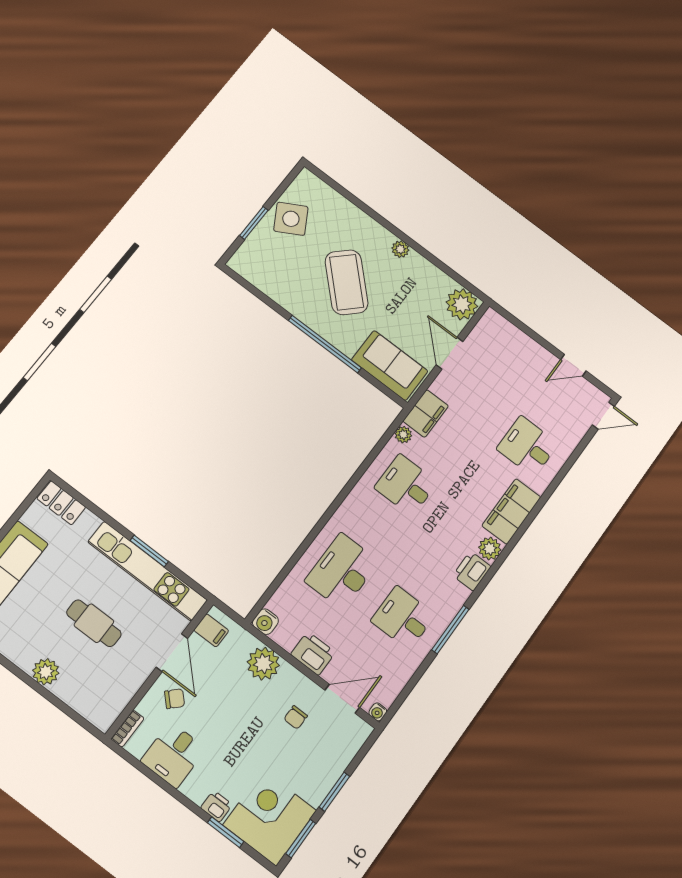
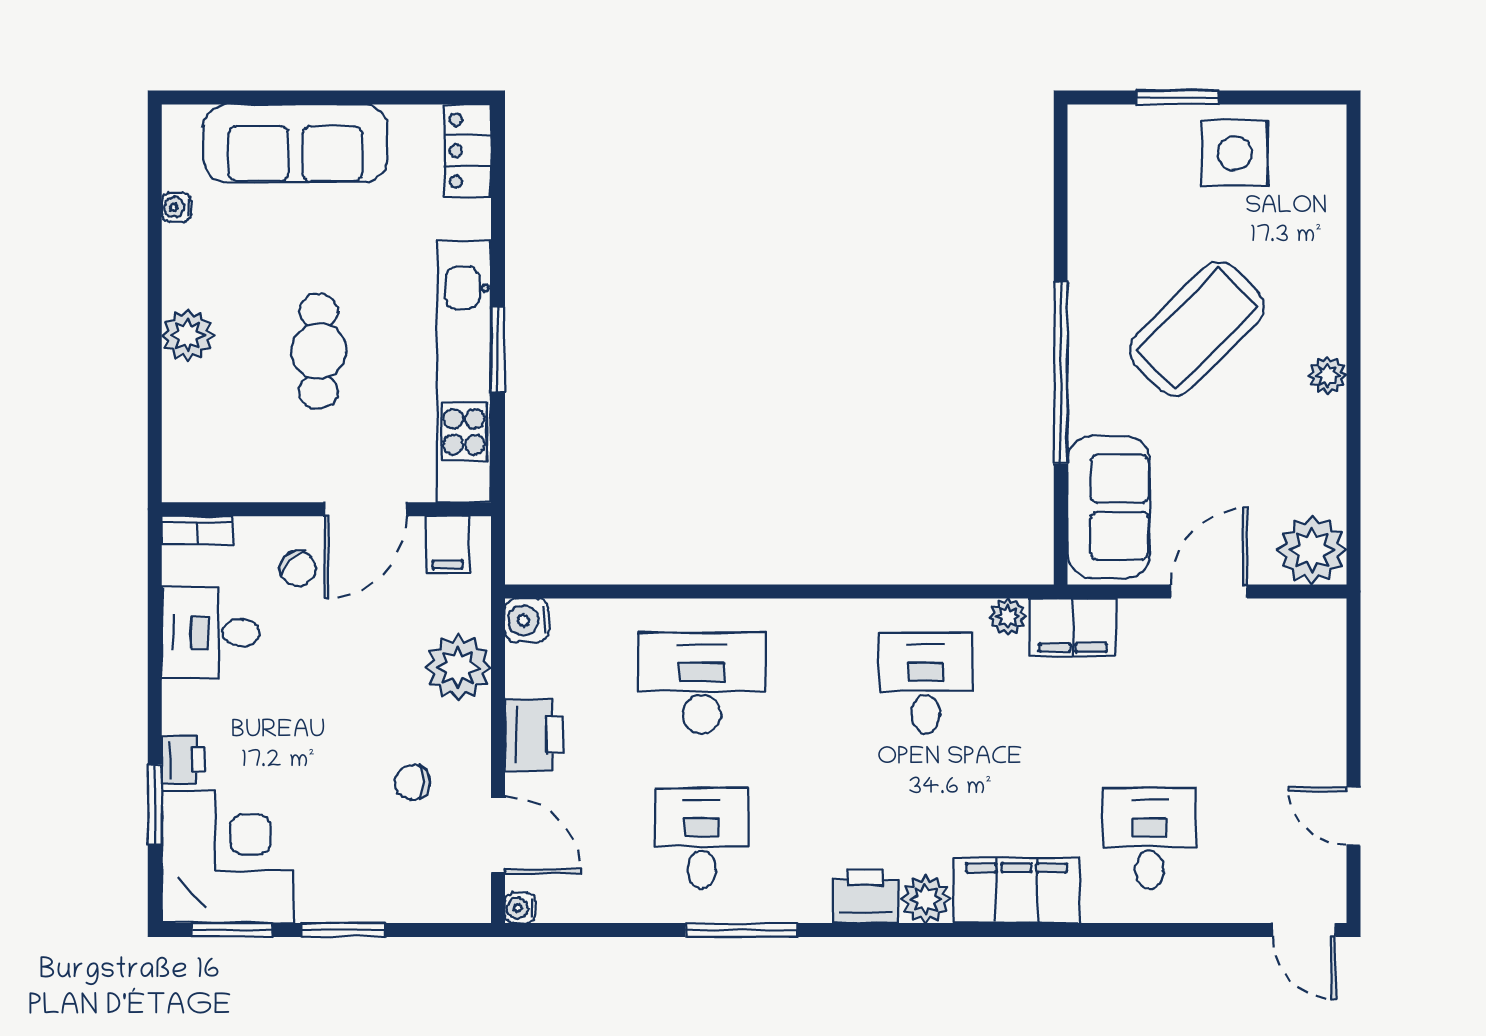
side table: (291, 219) -> (1235, 153), turned 30

